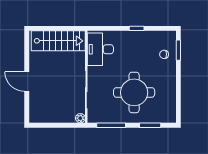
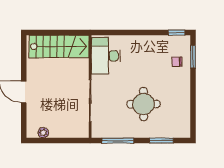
window: (137, 28) -> (177, 33), moved
round table: (134, 92) -> (144, 104), width x0.73, depth x0.73
plant: (80, 118) -> (43, 133), moved

